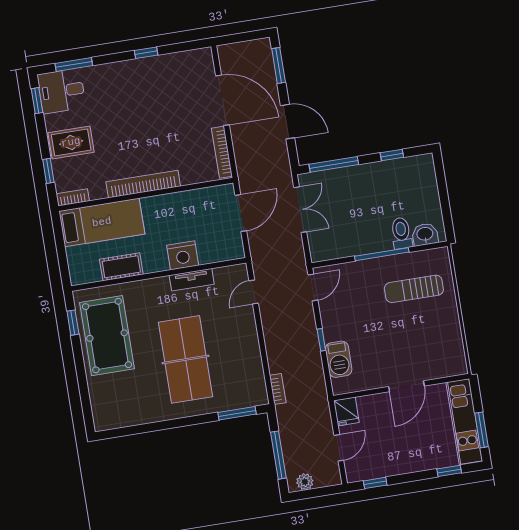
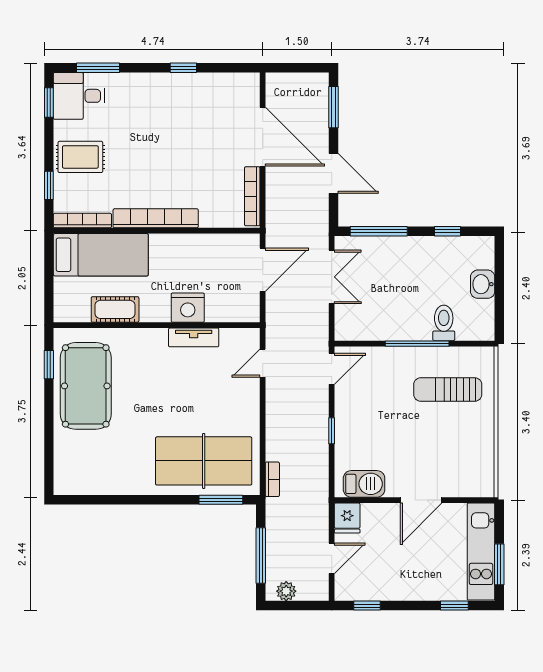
bookcase: (73, 197) -> (82, 221), width x1.56
washbasin: (425, 234) -> (483, 284), moved, turned -90
table tennis table: (186, 359) -> (204, 461), moved, turned 90
barbecue: (339, 359) -> (364, 484), moved, turned -90

